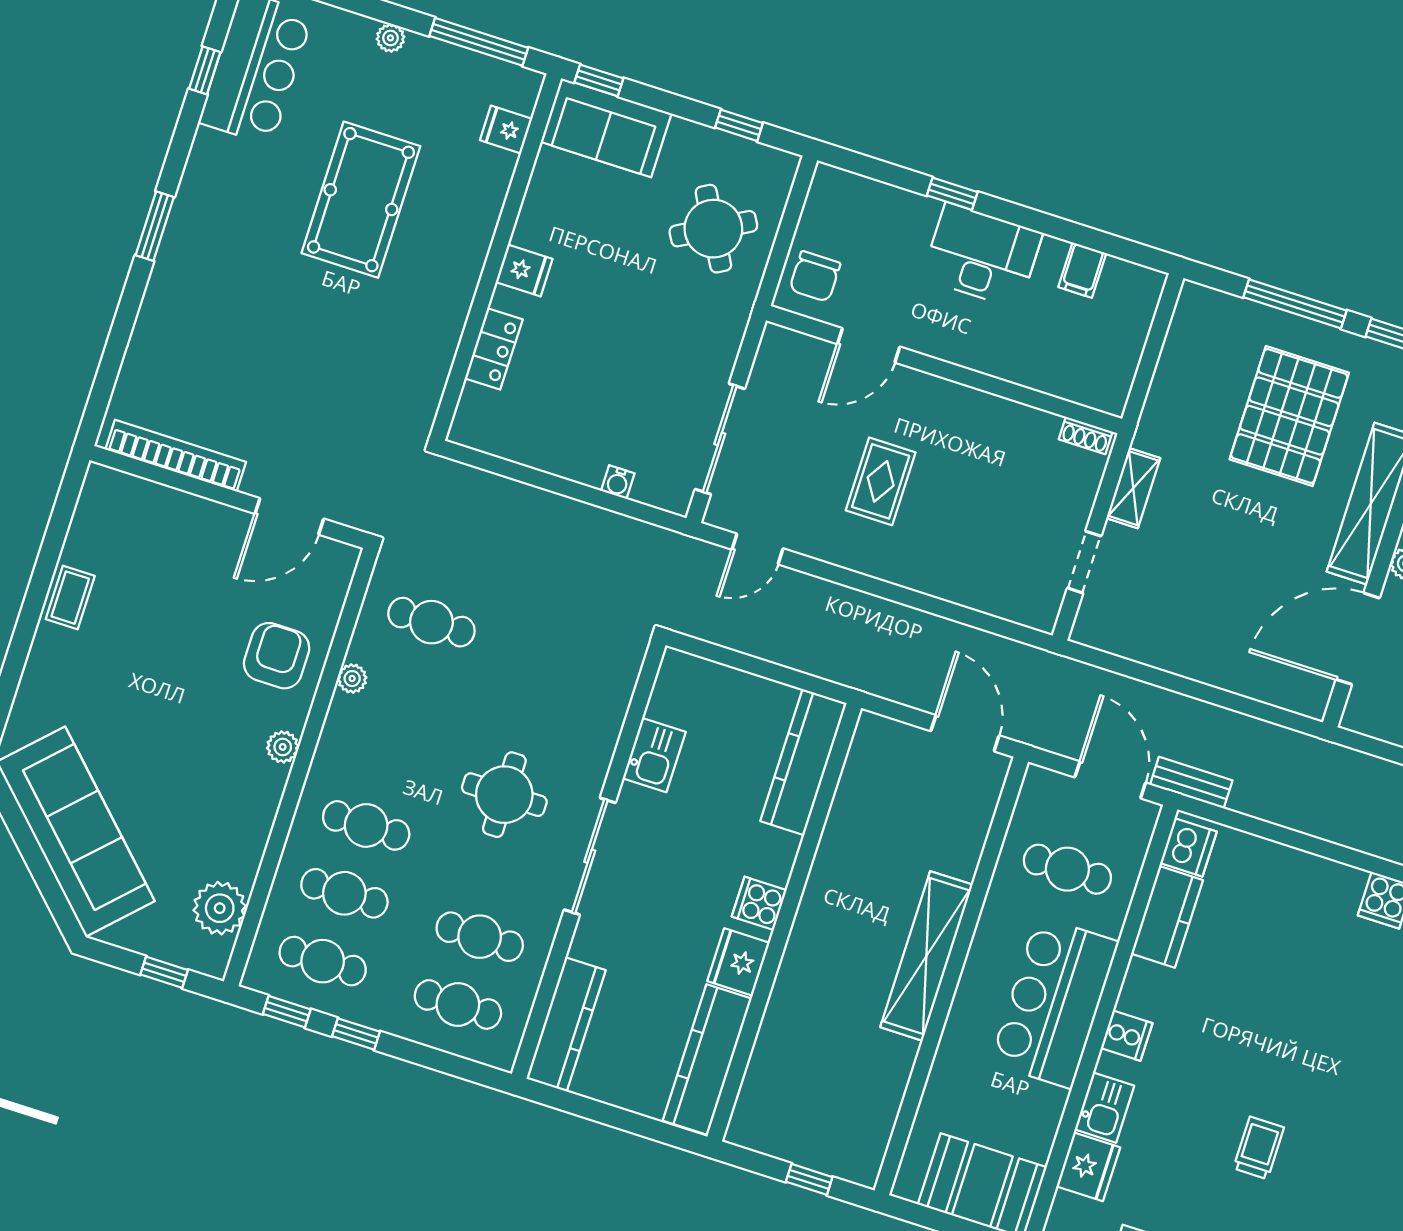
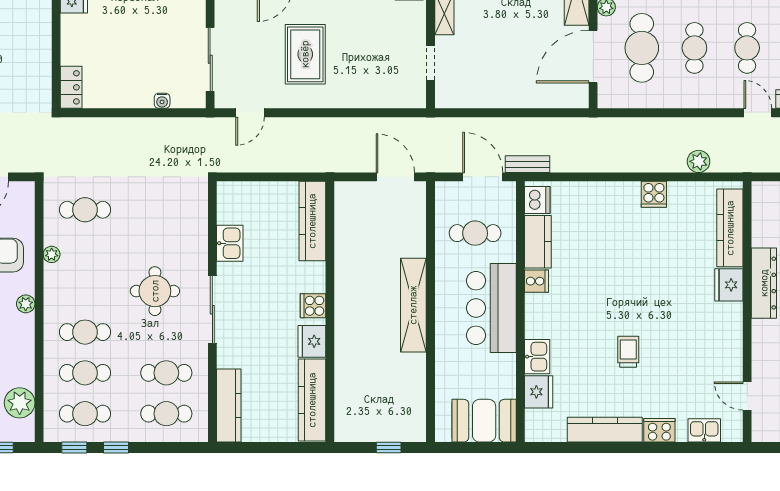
locker: (494, 349) -> (71, 87), moved
rug: (881, 481) -> (305, 54), width x1.36, depth x1.43
cooker: (1127, 1036) -> (537, 281), moved

